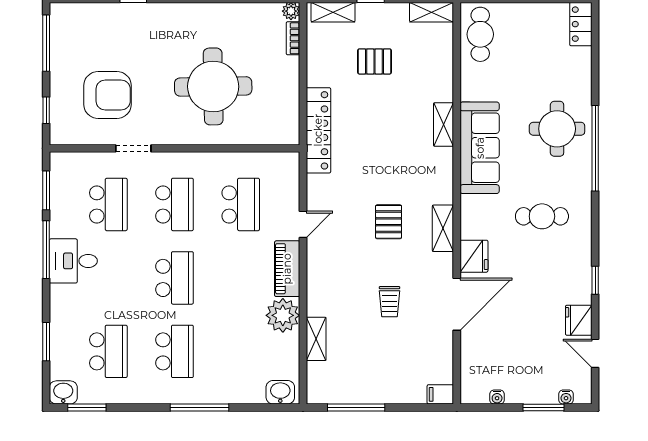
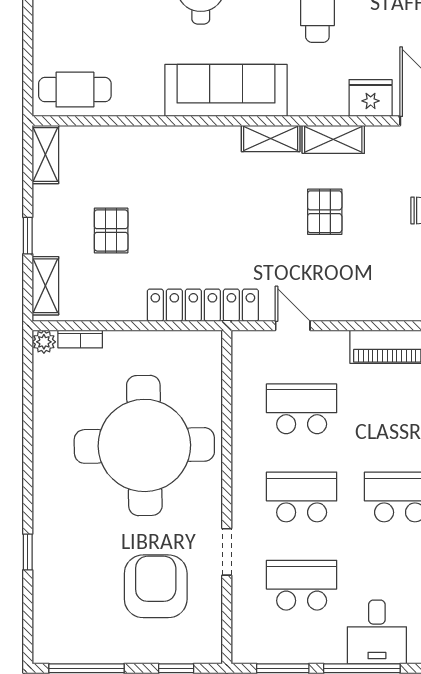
round table: (213, 86) -> (144, 445), width x1.36, depth x1.36
shelving: (444, 124) -> (271, 138), moved
pallet: (389, 222) -> (325, 212), turned 90
door: (303, 224) -> (293, 326), moved

